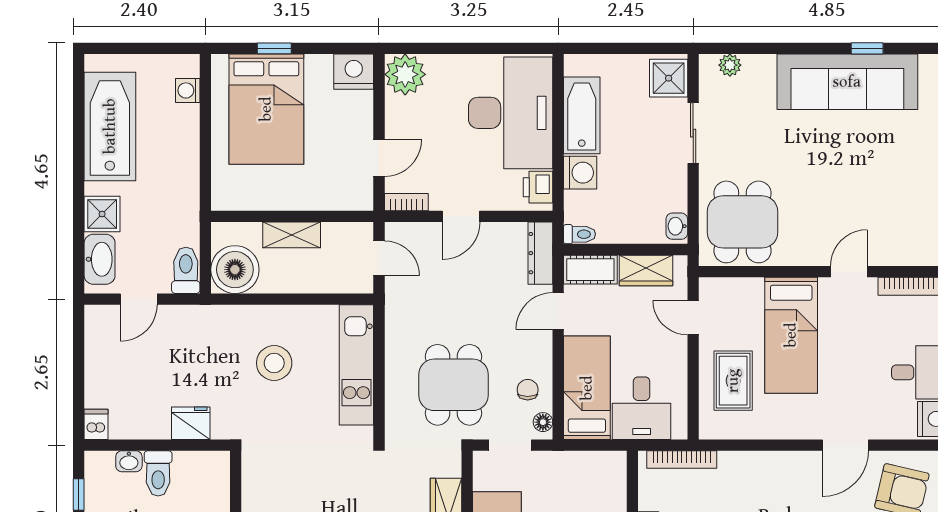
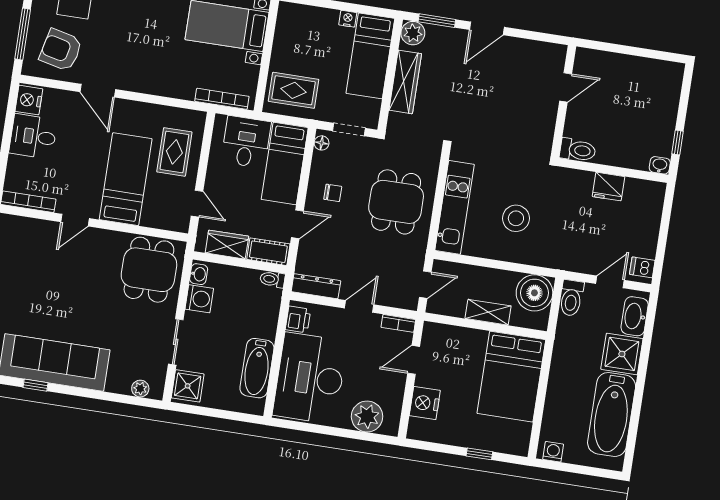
nightstand: (354, 72) -> (425, 403), moved, turned 90
plant: (405, 74) -> (367, 416), moved
washing machine: (188, 90) -> (553, 452), moved, turned -90
bed: (266, 109) -> (511, 377), moved, turned 180
washing machine: (580, 173) -> (199, 299), moved, turned 180
shower: (102, 214) -> (622, 354), width x1.36, depth x1.36
dresser: (540, 253) -> (316, 286), moved, turned -90
door: (379, 258) -> (425, 285), swing flipped
dining table: (453, 385) -> (396, 202), moved
chair: (528, 390) -> (333, 193), moved, turned -90
fridge: (191, 423) -> (609, 187), moved
dishwasher: (96, 424) -> (642, 267), moved, turned 90
door: (845, 445) -> (98, 91), swing flipped
washbasin: (129, 461) -> (660, 165), moved
toilet: (158, 473) -> (578, 150), moved, turned 90
rug: (590, 485) -> (294, 90), added

